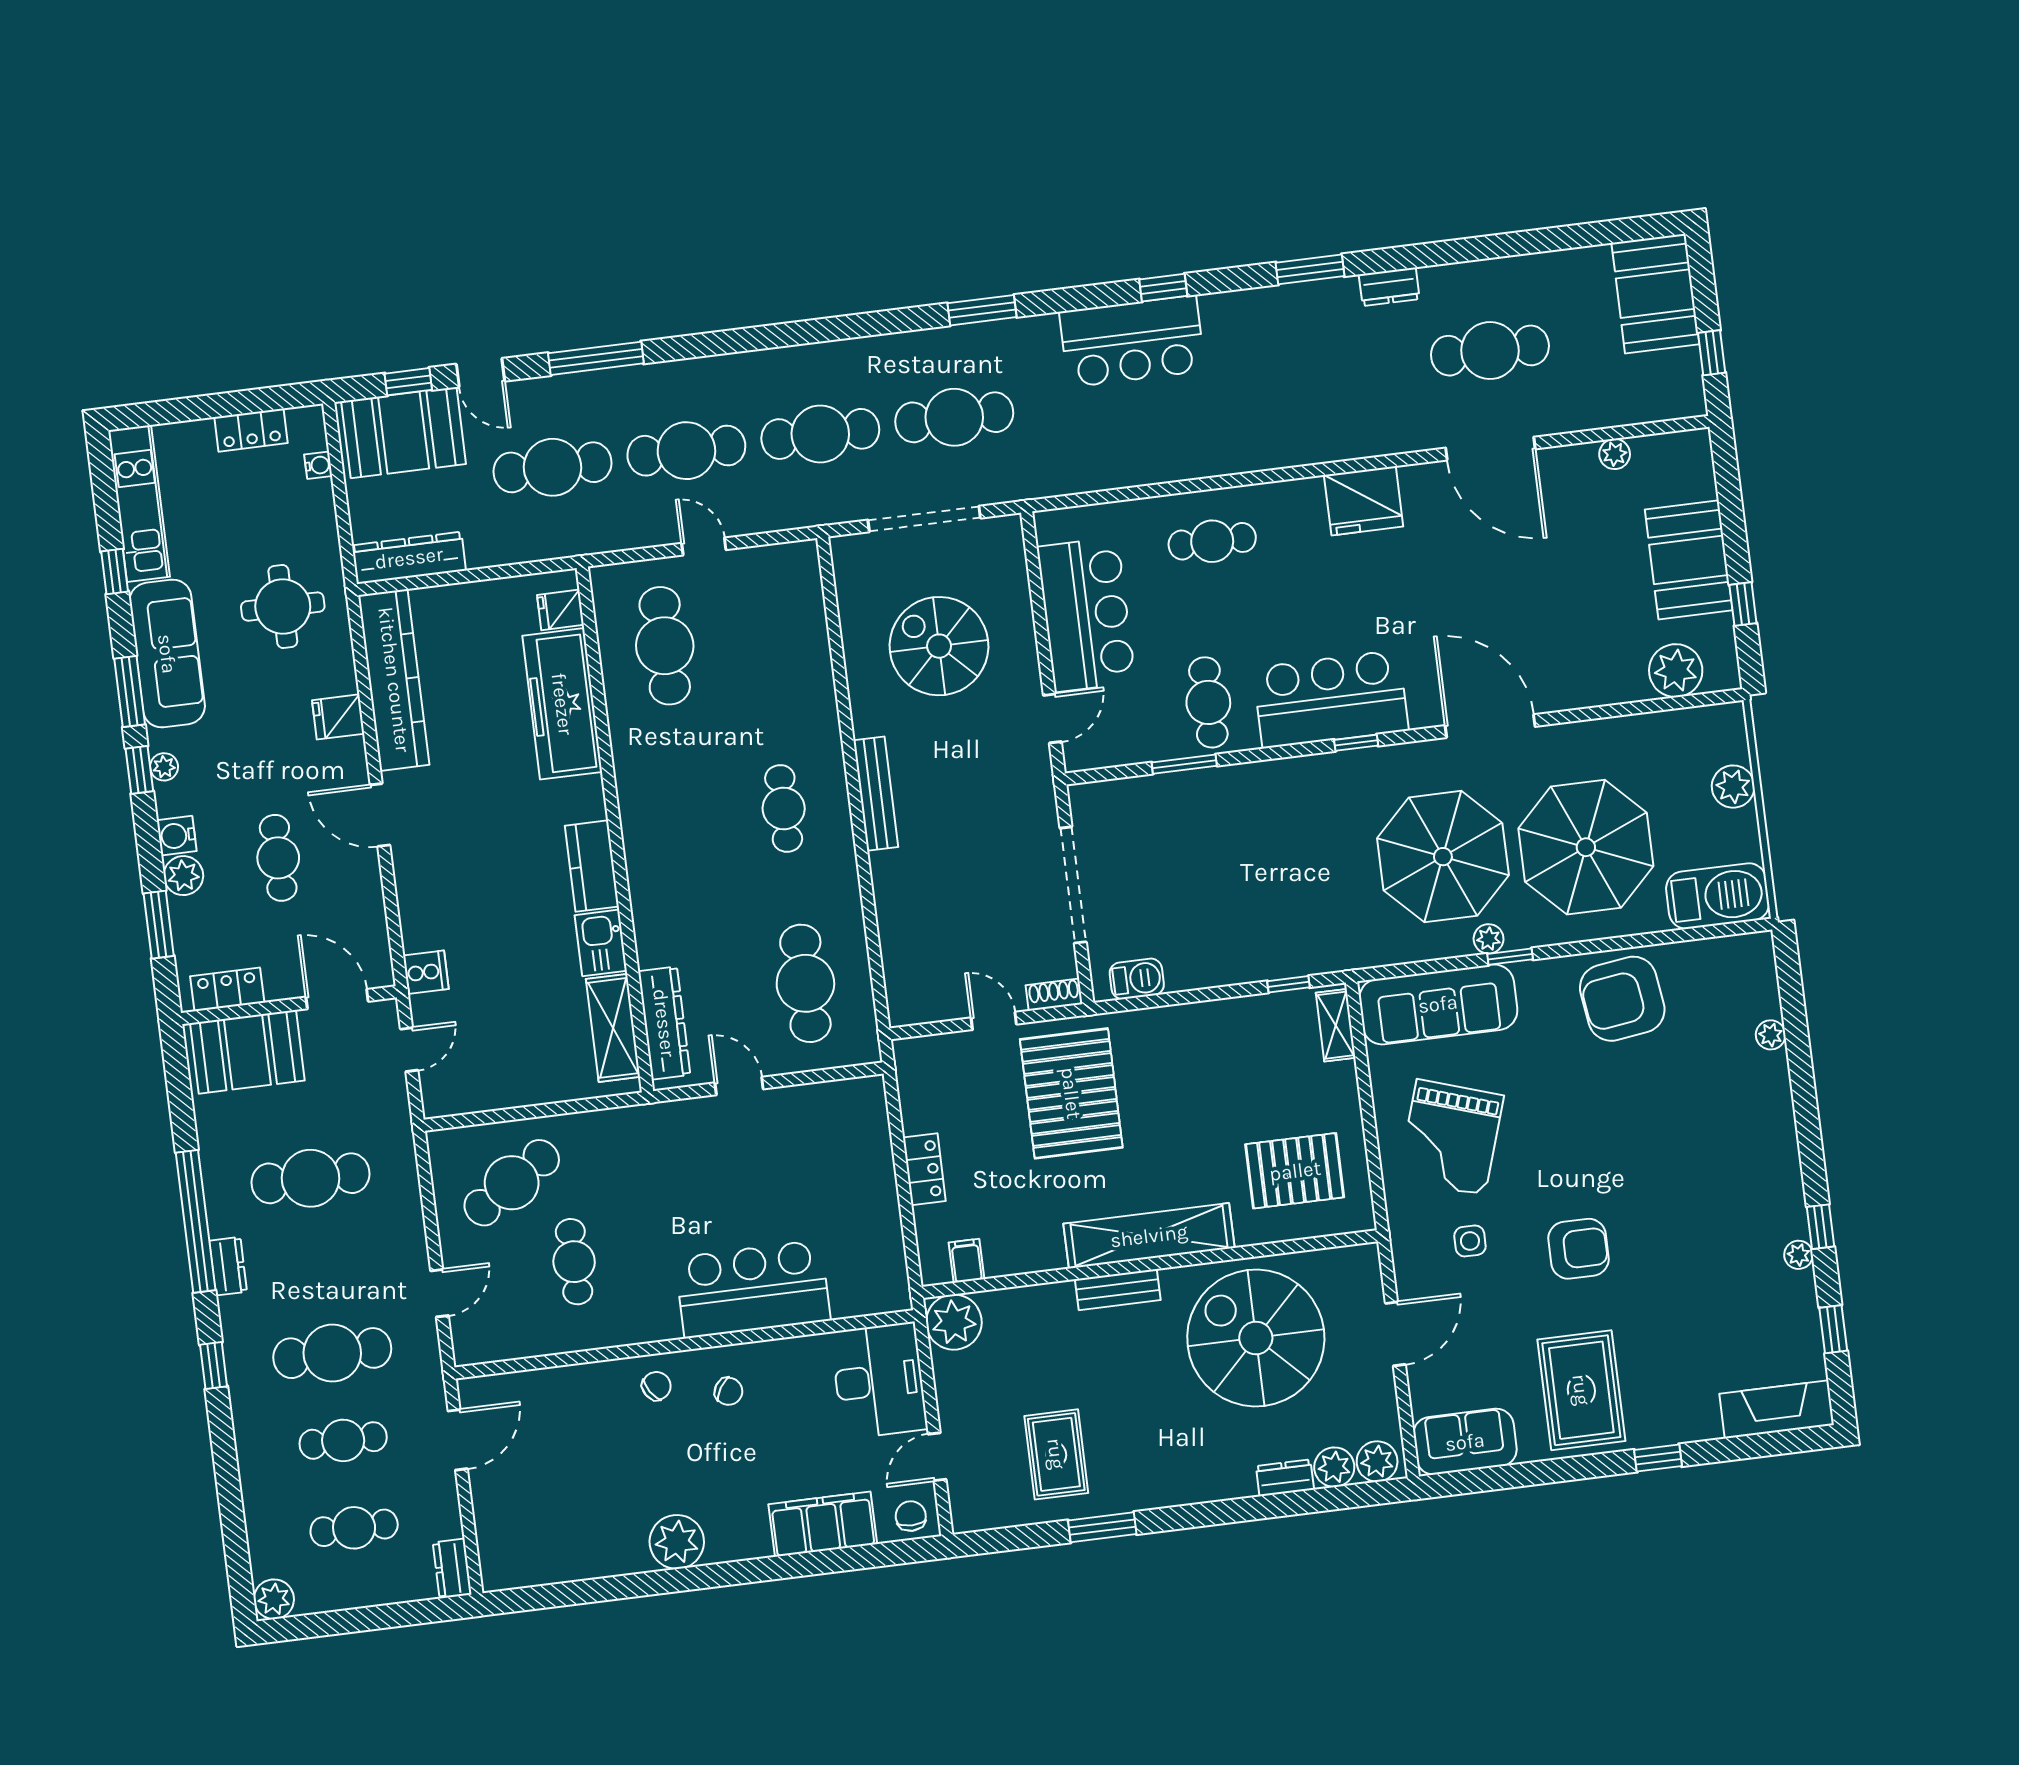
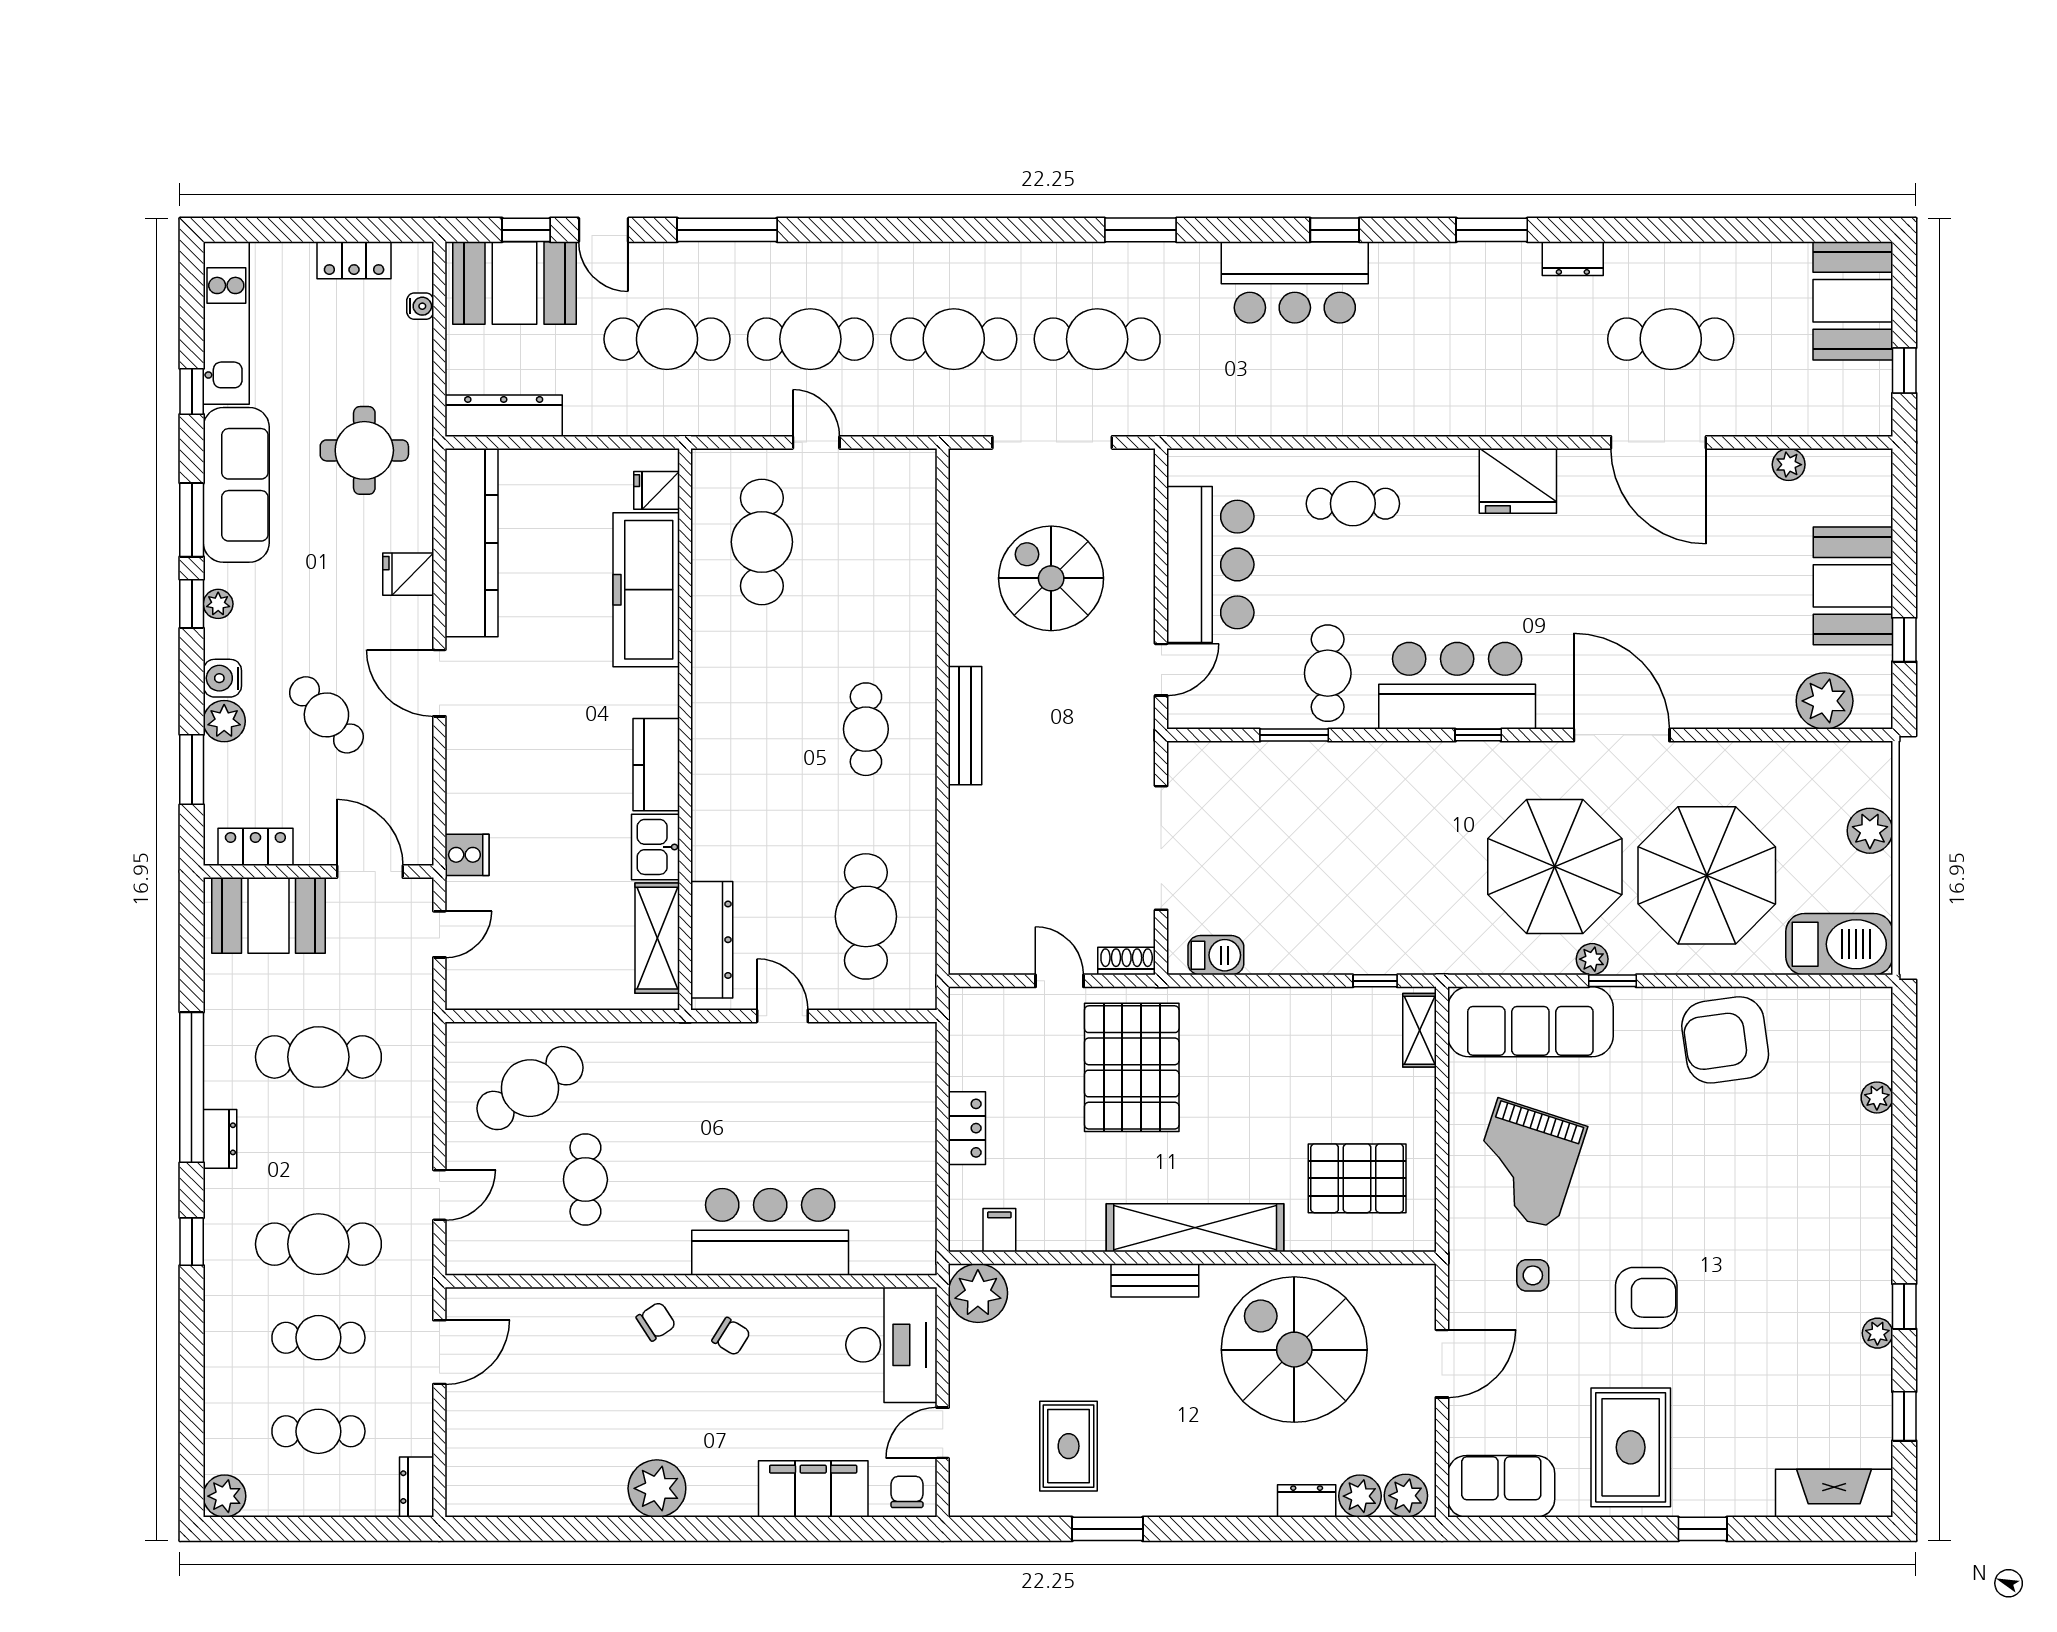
cafe table: (278, 858) -> (326, 715), turned -43

